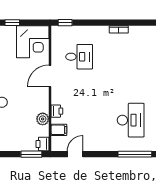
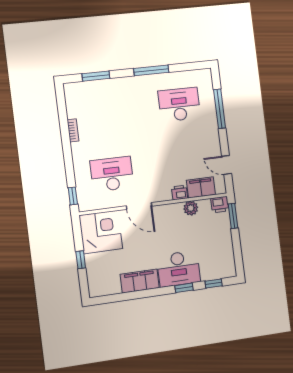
desk: (79, 57) -> (112, 174), width x1.37
filing cabinet: (59, 130) -> (201, 187), width x2.00
window: (135, 154) -> (220, 109), moved

